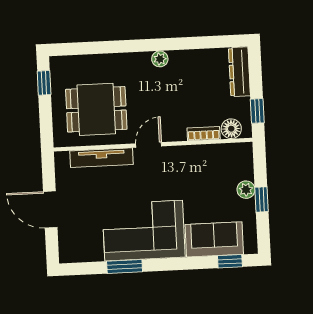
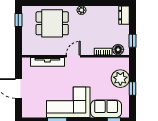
dresser: (239, 72) -> (124, 15), width x0.70
dining table: (96, 109) -> (52, 23), moved
plant: (246, 190) -> (120, 79), width x1.88, depth x1.88

